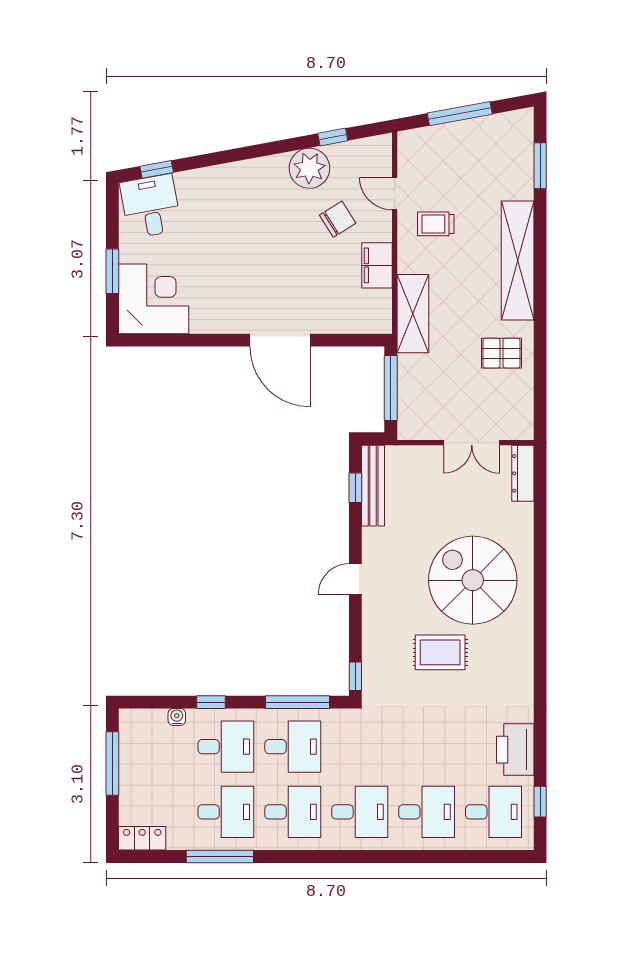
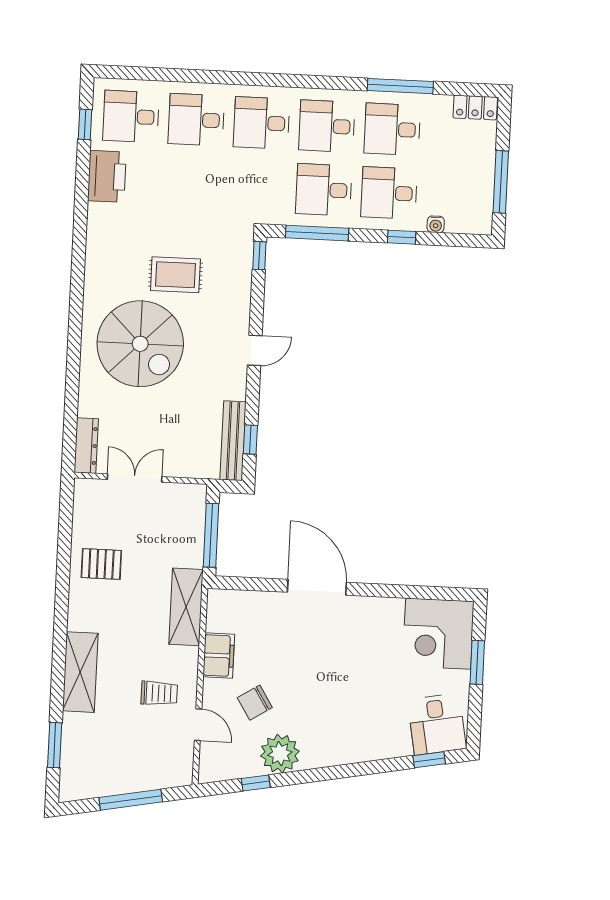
shelving: (518, 261) -> (80, 672), width x0.68

